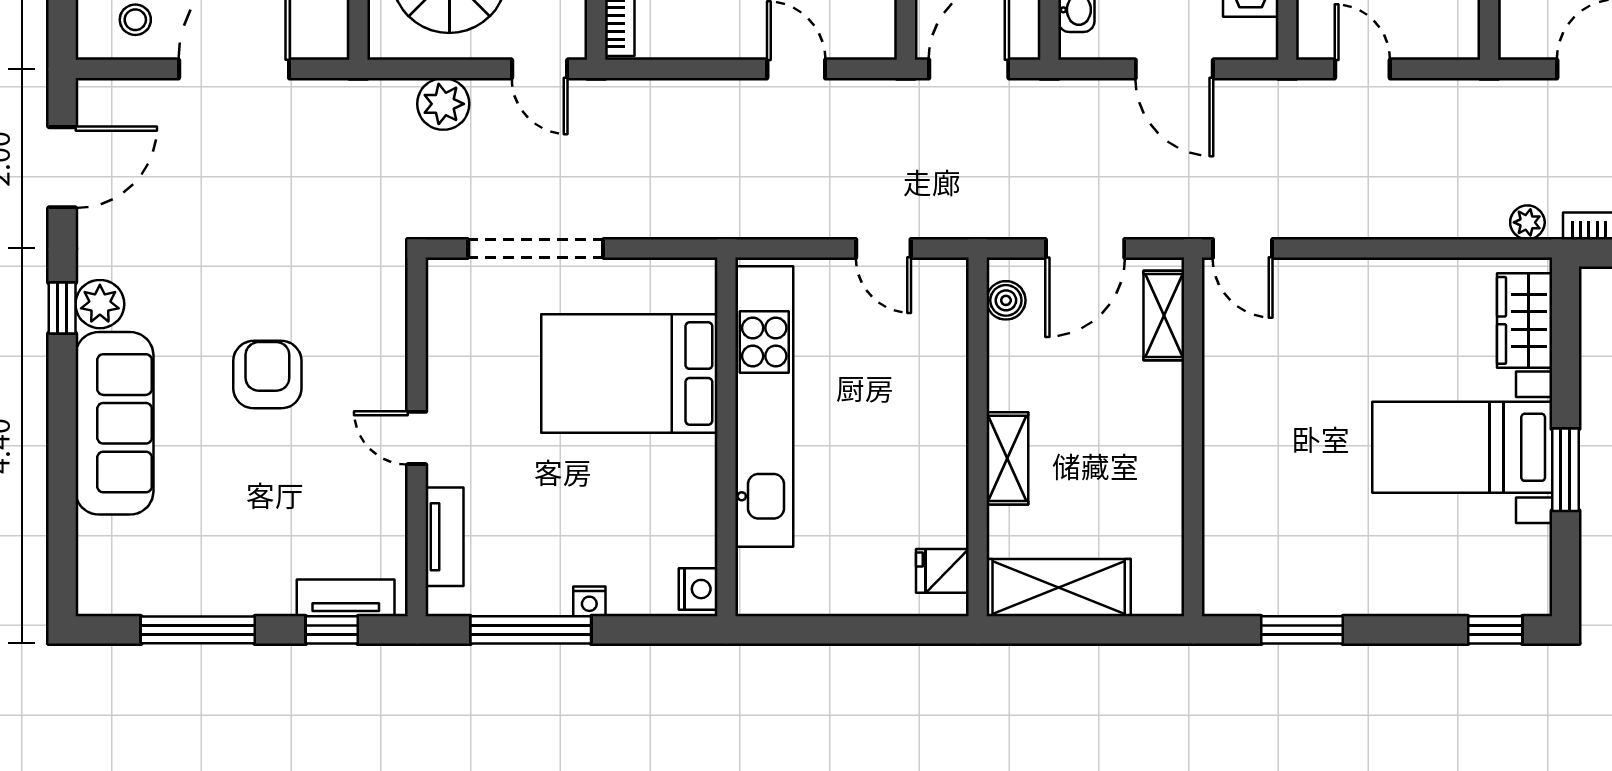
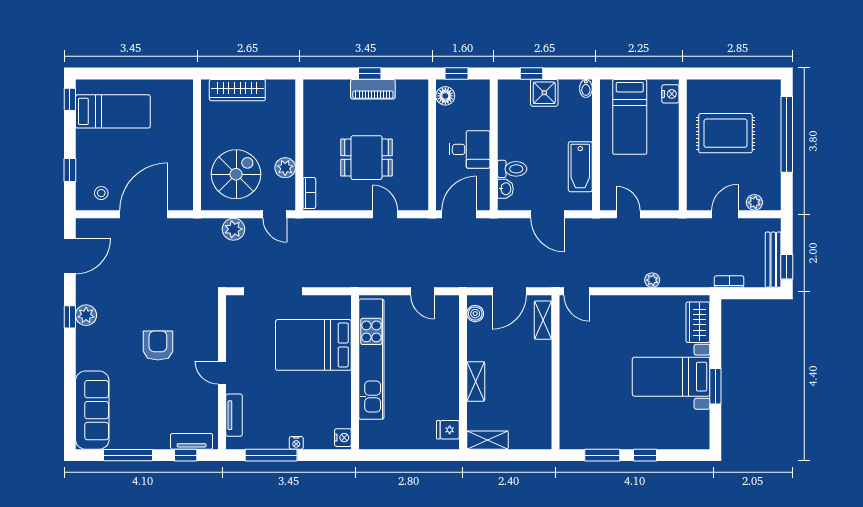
plant: (1527, 222) -> (652, 280), moved
sofa: (114, 423) -> (92, 410), moved
shelving: (1059, 588) -> (487, 440), width x0.67, depth x0.75
window: (1495, 630) -> (645, 455), moved

